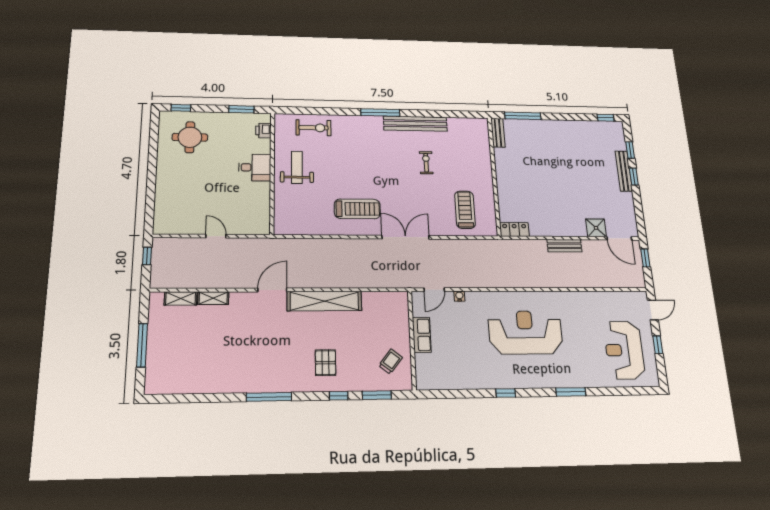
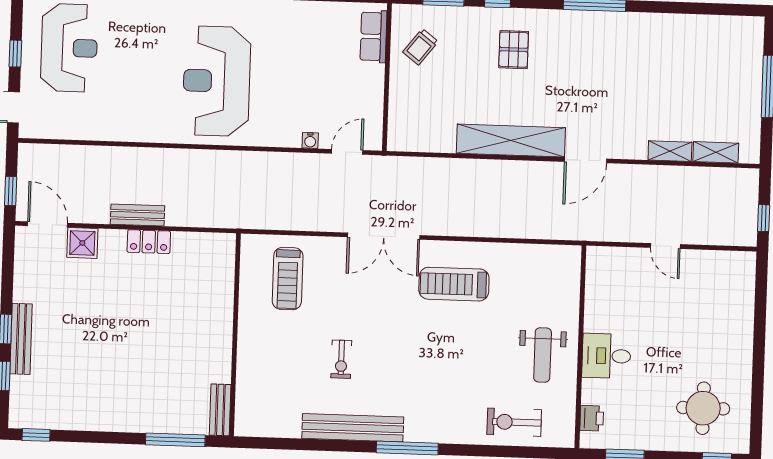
locker: (514, 229) -> (149, 242), moved
reception desk: (525, 332) -> (217, 81), turned 90
row of seats: (422, 335) -> (373, 36), moved

